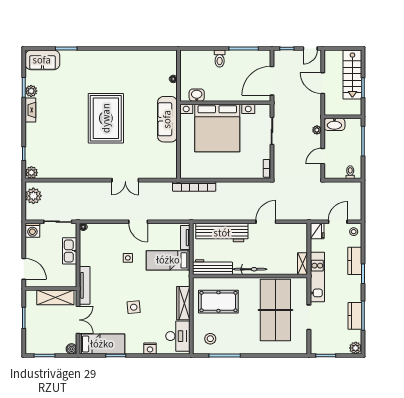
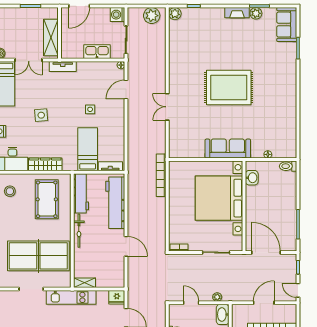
toilet: (220, 59) -> (288, 166), moved
door: (138, 222) -> (126, 90), moved
tv unit: (85, 285) -> (63, 66), width x0.71

